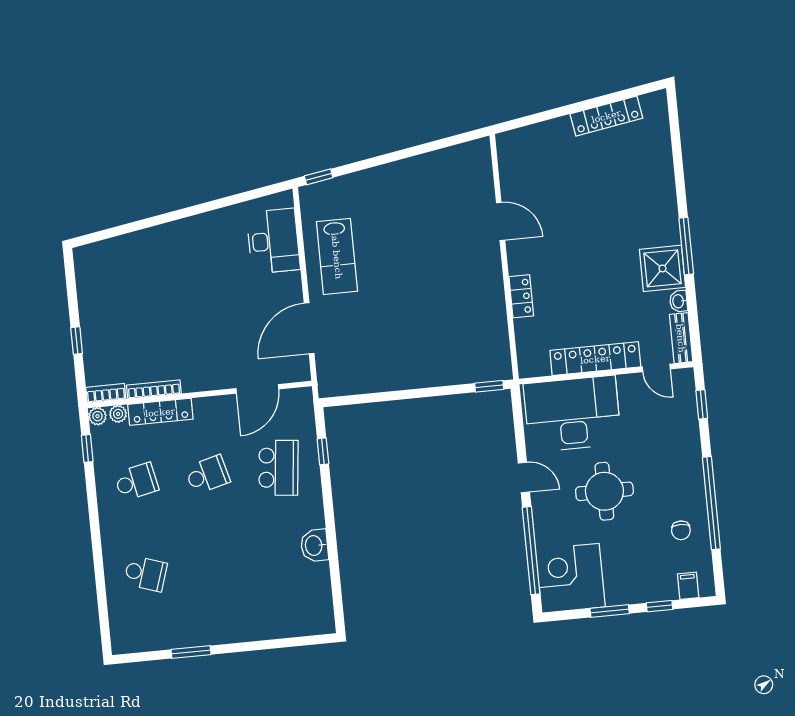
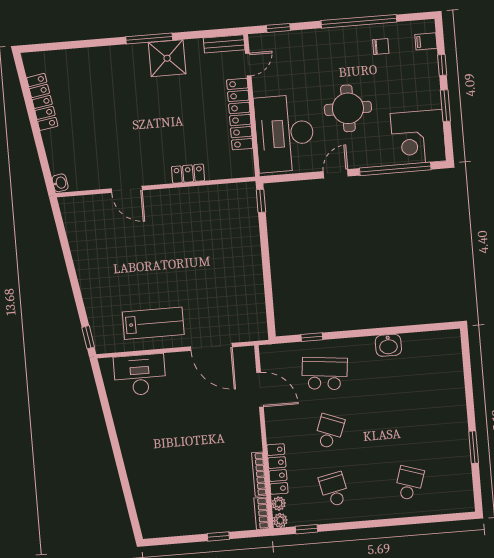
door: (501, 221) -> (127, 189), swing flipped
washbasin: (679, 301) -> (60, 183), moved, turned -99
school desk: (207, 475) -> (329, 431), turned 36

